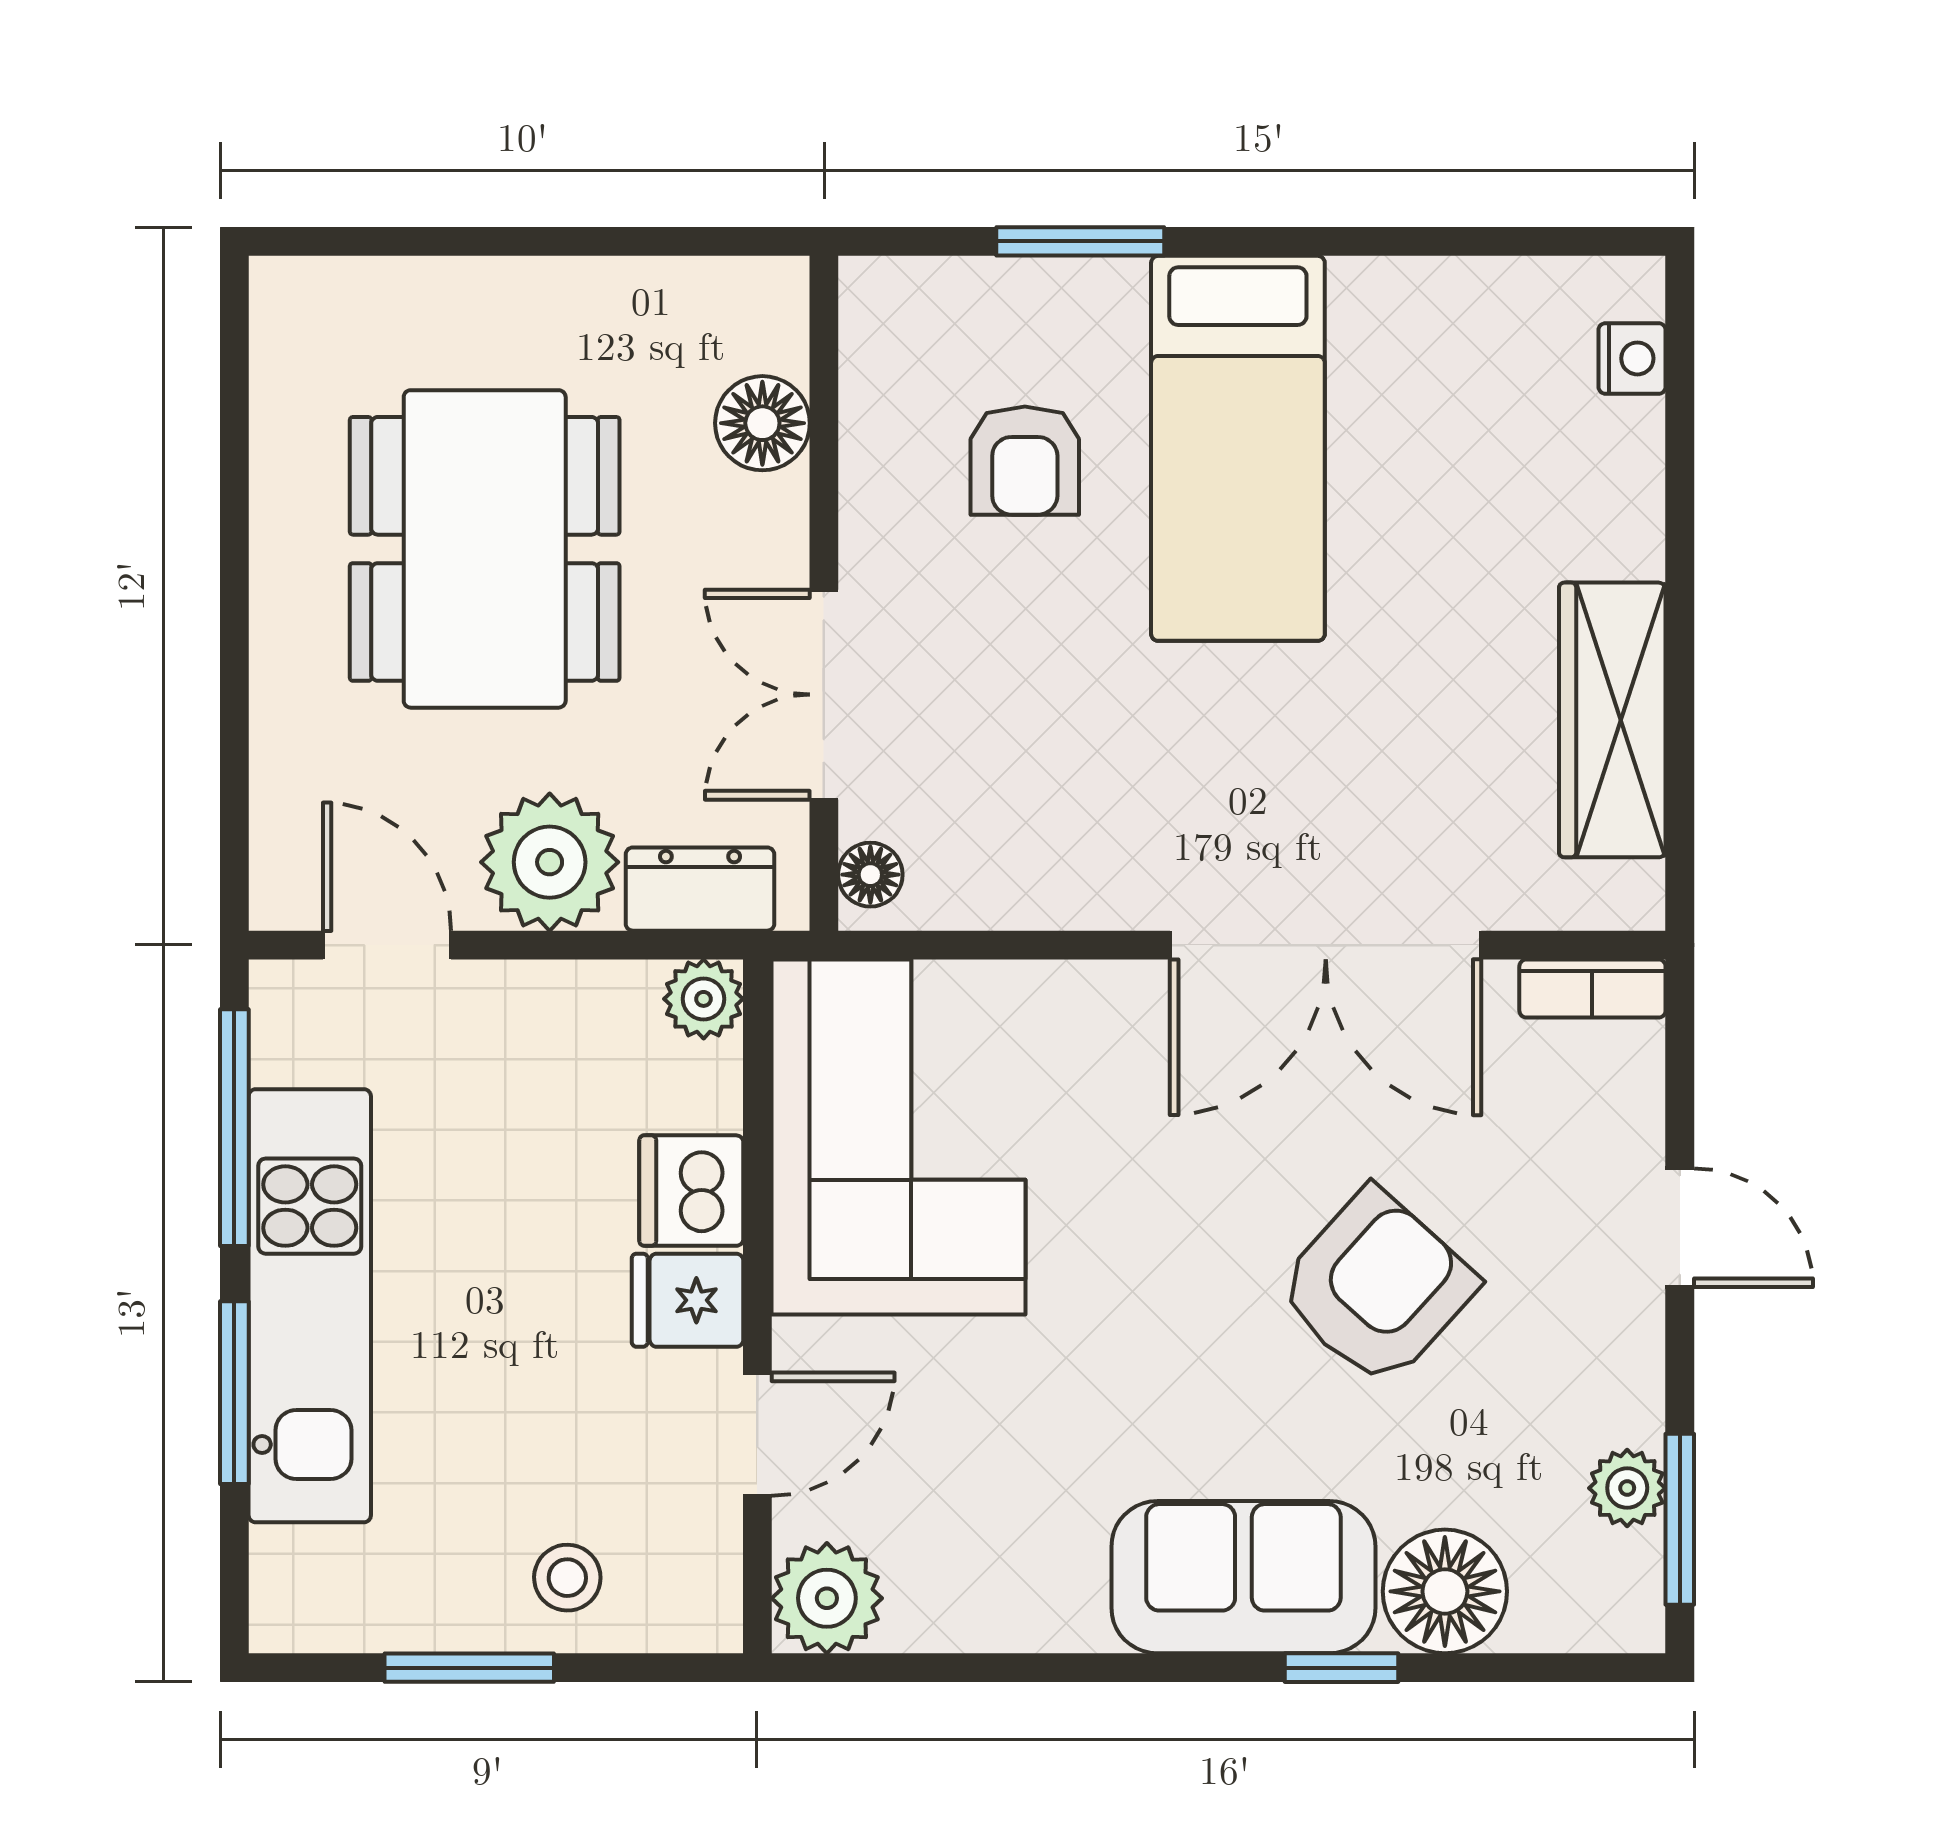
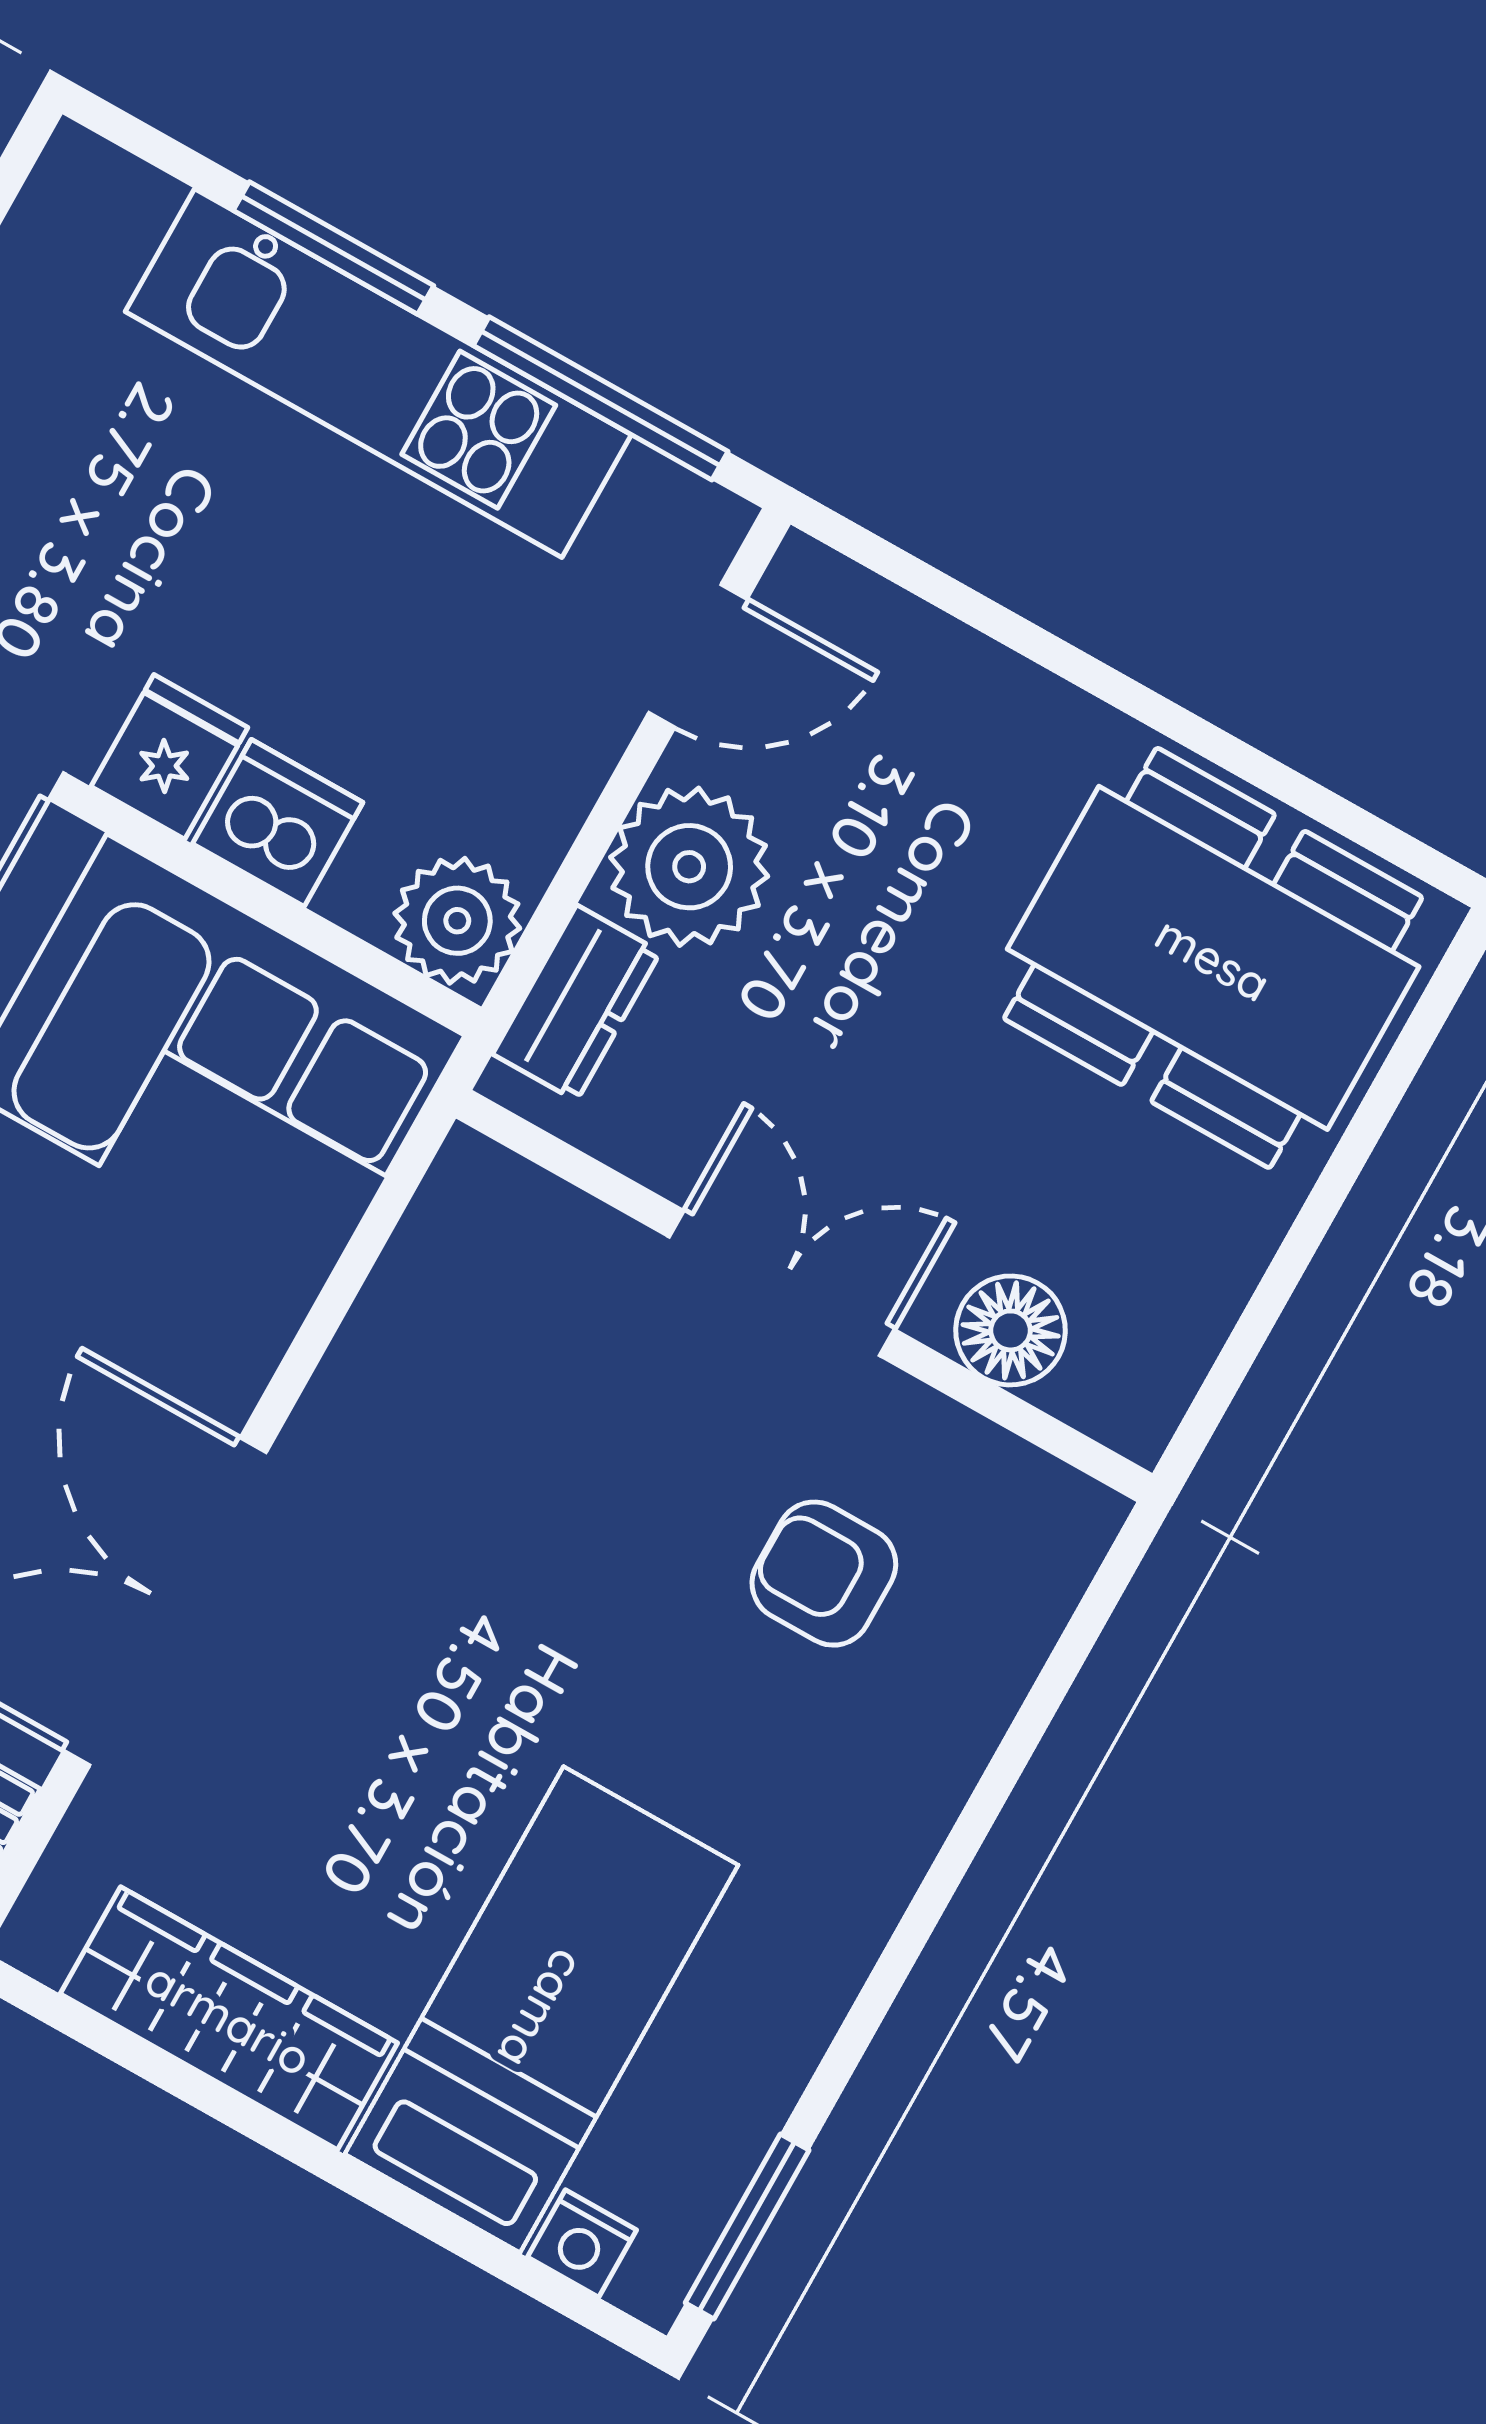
window: (1080, 241) -> (747, 2226), moved
bed: (1238, 448) -> (542, 2009), moved, turned 90
dining table: (485, 549) -> (1213, 958), moved
double door: (824, 695) -> (782, 1283), moved
floor lamp: (870, 875) -> (494, 1183), removed
plant: (704, 999) -> (457, 921), width x1.38, depth x1.38

